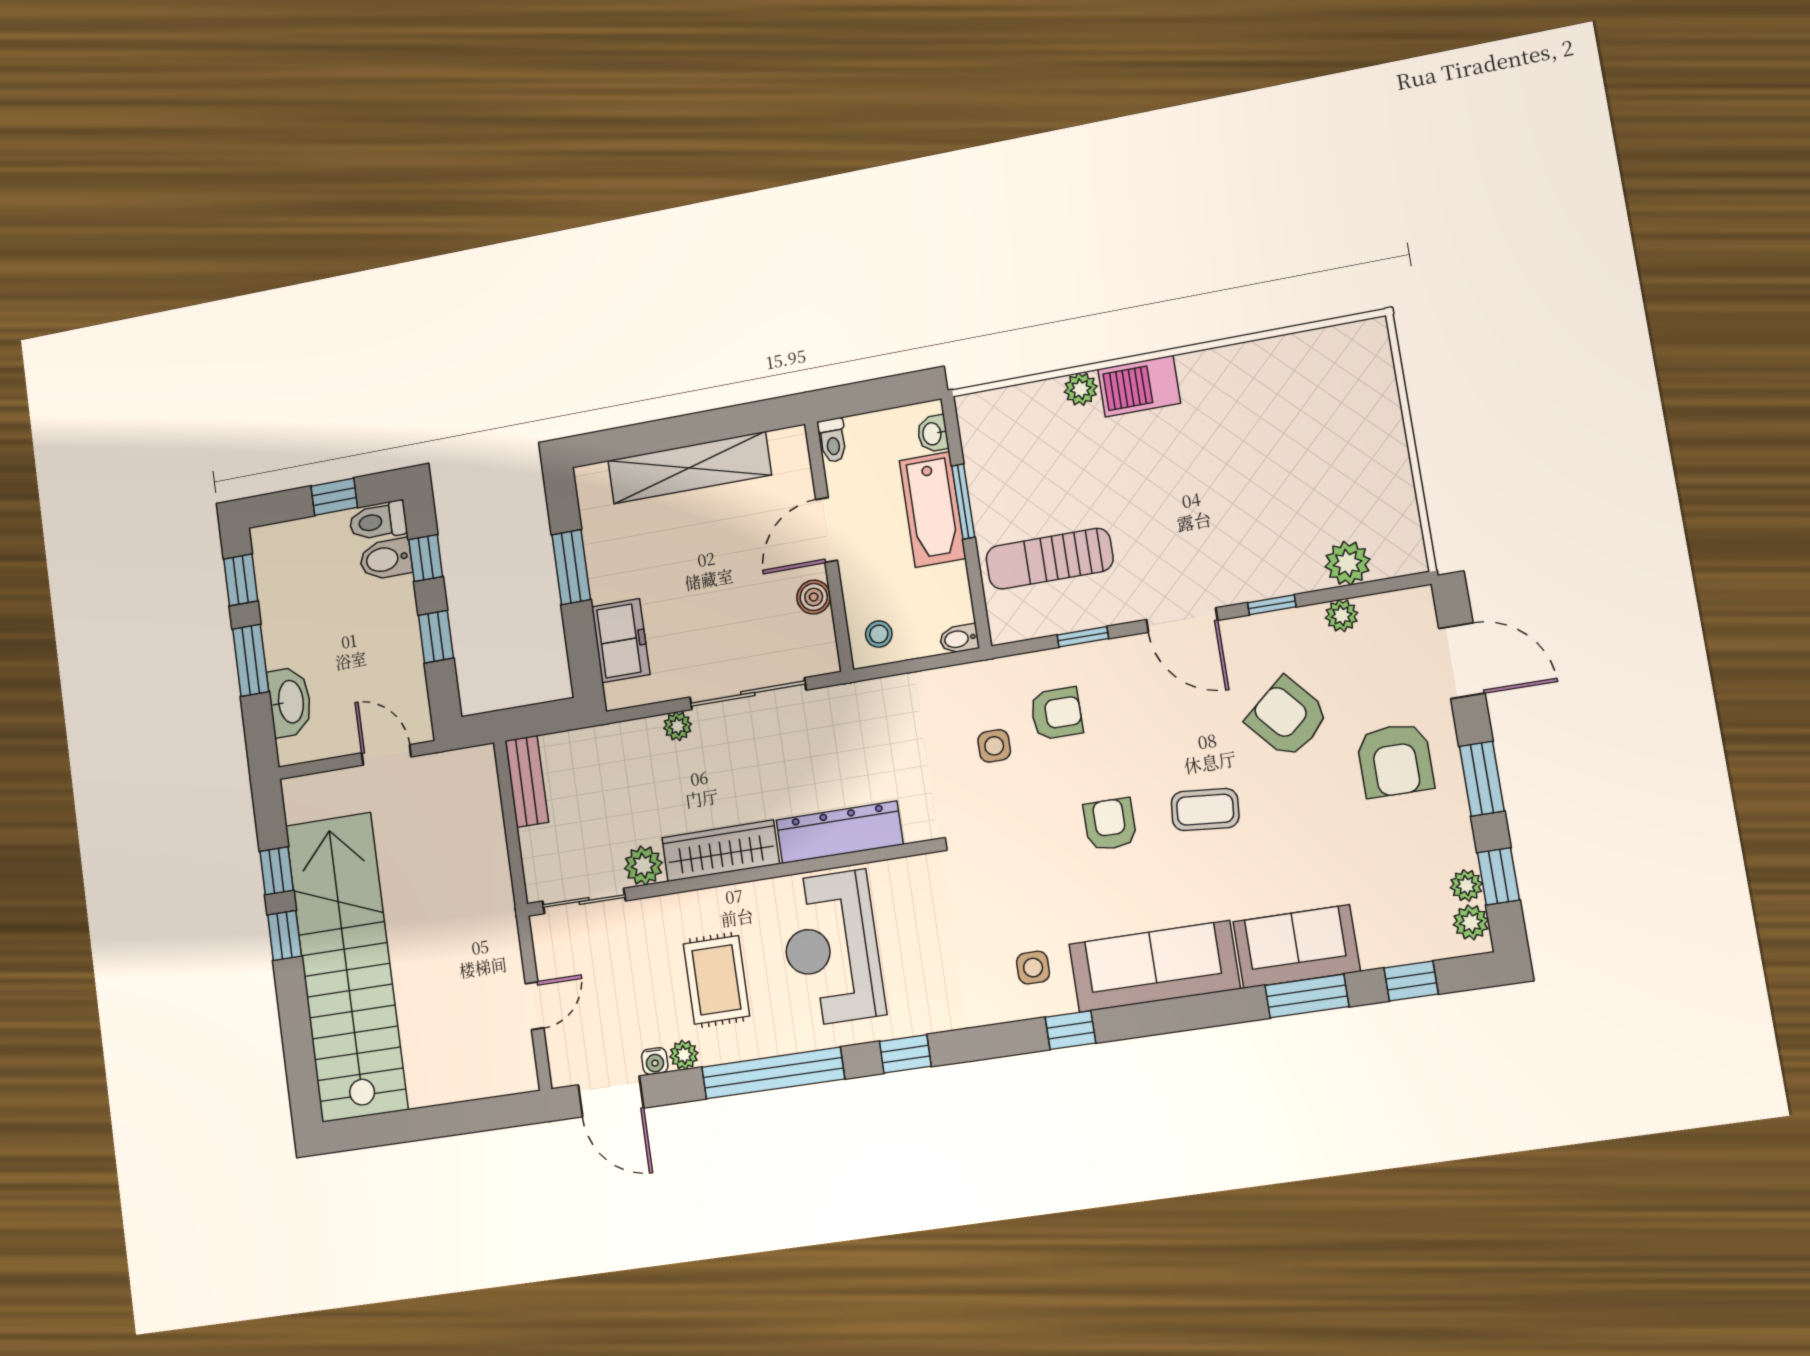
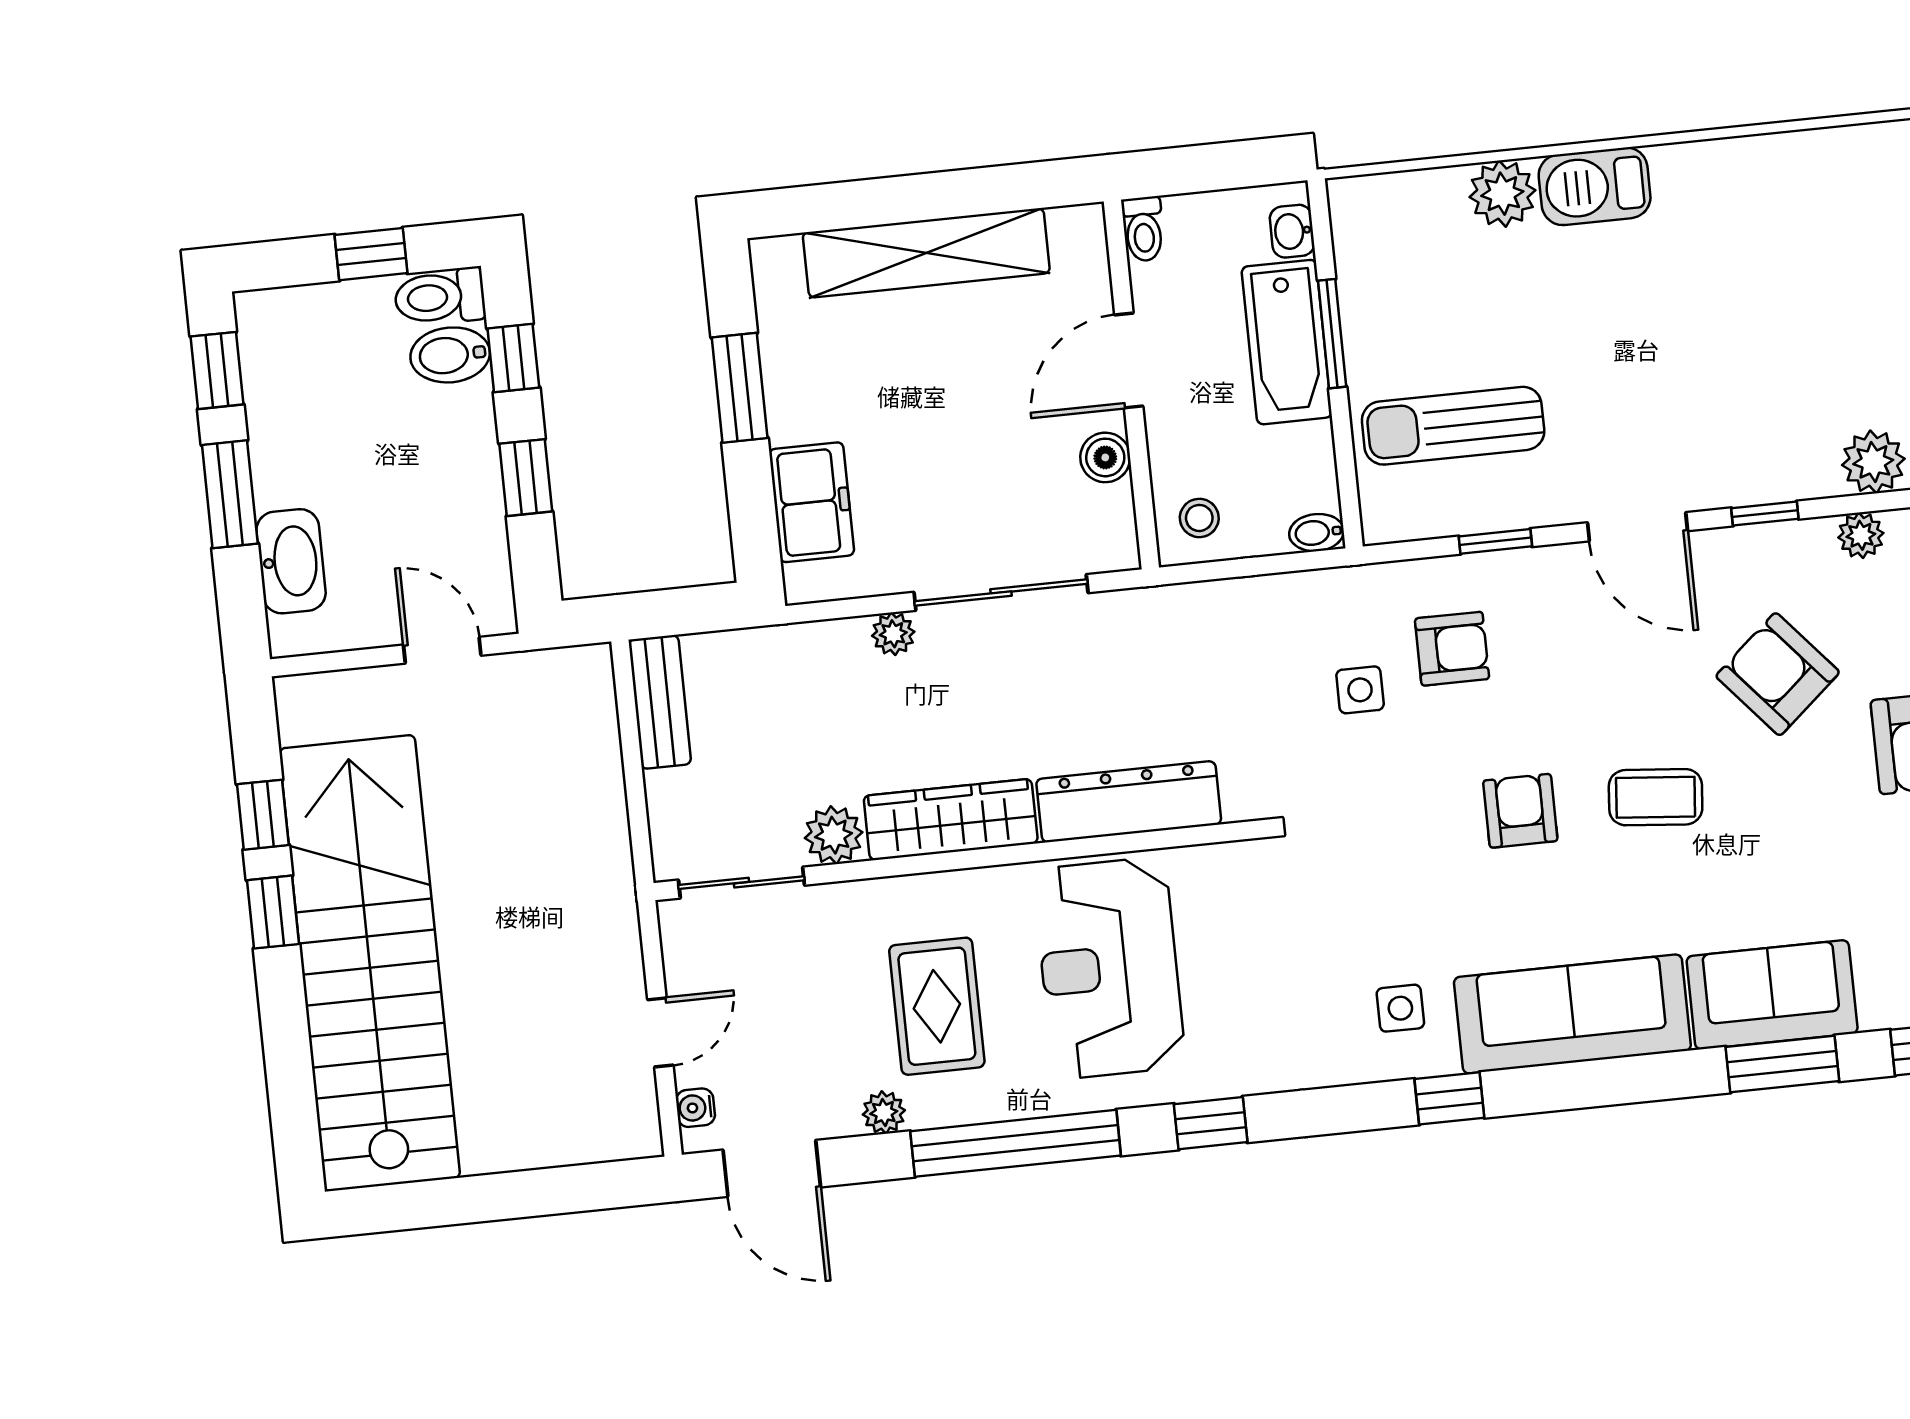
plant: (1081, 389) -> (1502, 194), width x1.38, depth x1.38
water cooler: (655, 1061) -> (695, 1108), moved, turned 90

